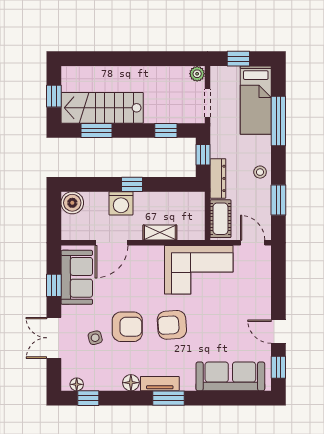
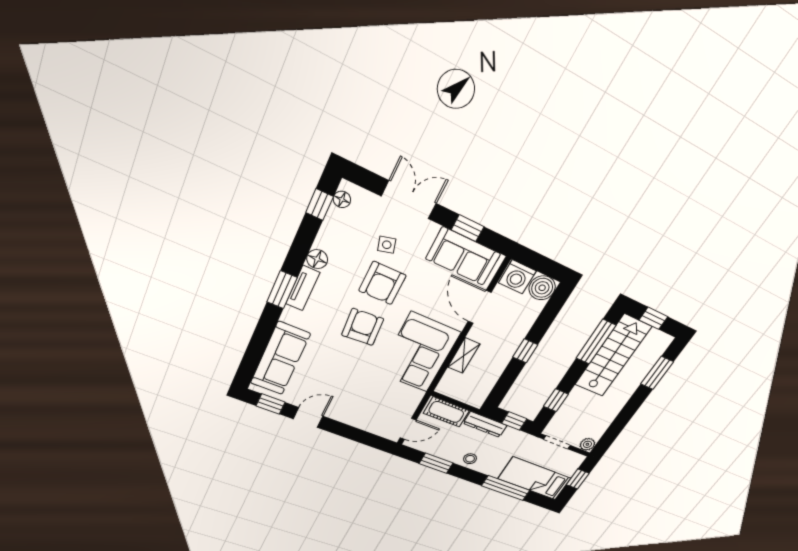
window: (99, 59) -> (657, 373), added
window: (96, 130) -> (596, 342), width x1.44
washing machine: (121, 203) -> (517, 277), moved, turned -90
corner sofa: (199, 270) -> (419, 353), moved

